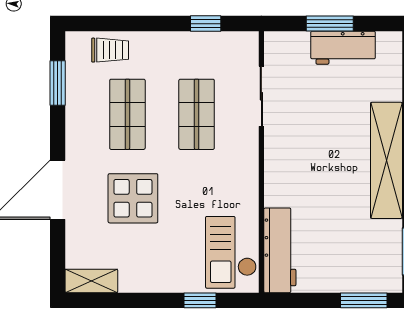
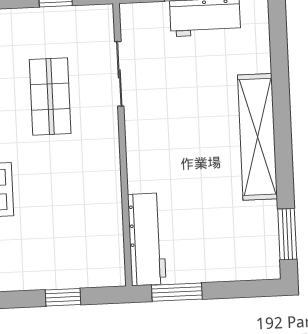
checkout: (231, 252) -> (94, 244), removed
window: (364, 300) -> (177, 292), moved

